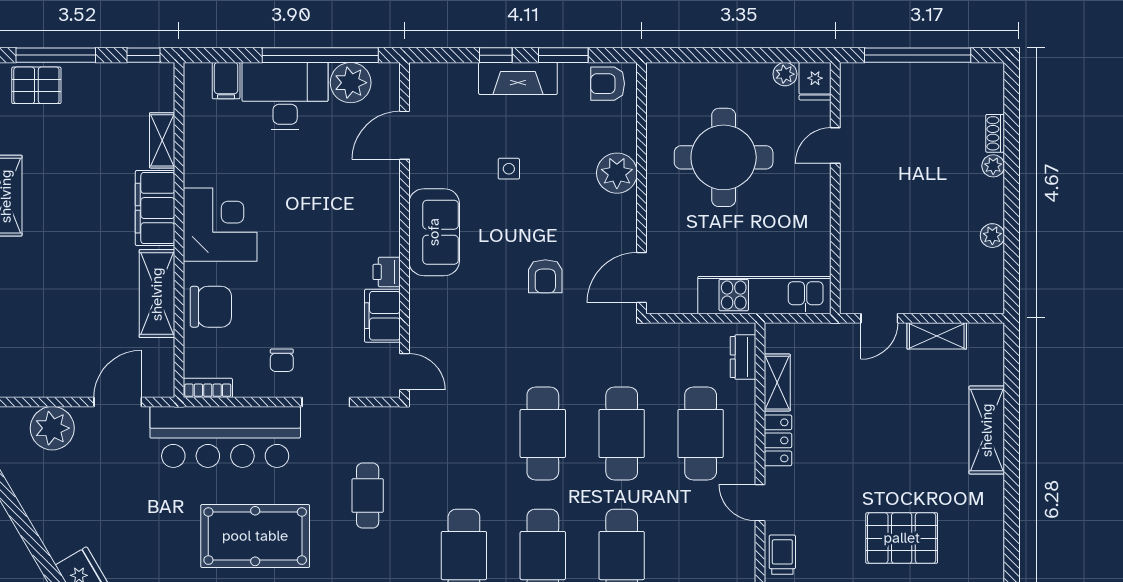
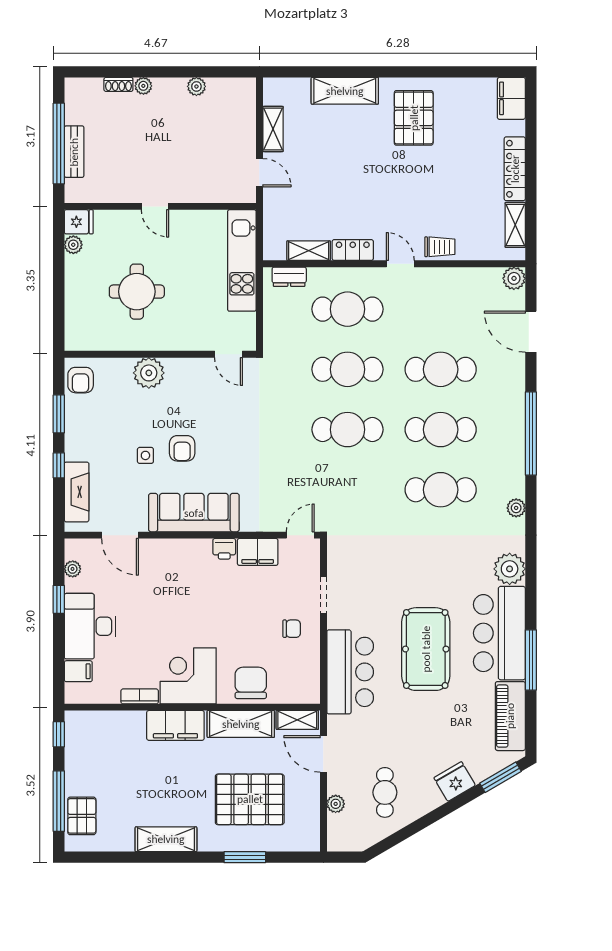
window: (320, 55) -> (59, 599), width x0.32
bench: (907, 75) -> (74, 152), added
fireplace: (518, 78) -> (77, 492), moved
plant: (351, 83) -> (73, 569), width x0.53, depth x0.53
shelving: (162, 140) -> (297, 720), moved
door: (835, 146) -> (155, 206), moved
round table: (724, 157) -> (137, 292), width x0.73, depth x0.73
sofa: (434, 232) -> (194, 513), width x1.36
armchair: (545, 276) -> (182, 448), moved, turned 90
door: (642, 278) -> (229, 354), width x0.73
pallet: (58, 305) -> (250, 799), added
bookcase: (208, 388) -> (140, 696), moved, turned 90
plant: (52, 428) -> (336, 804), width x0.53, depth x0.53
bar counter: (225, 437) -> (350, 672), width x0.73
cafe table: (368, 496) -> (385, 792), moved, turned 90
door: (760, 503) -> (400, 264), swing flipped
pallet: (902, 538) -> (414, 118), moved
trolley: (782, 555) -> (440, 247), turned 180

